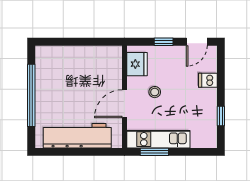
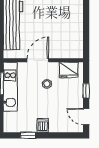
dishwasher: (208, 80) -> (43, 125), moved
door: (124, 104) -> (38, 60), hinge flipped

